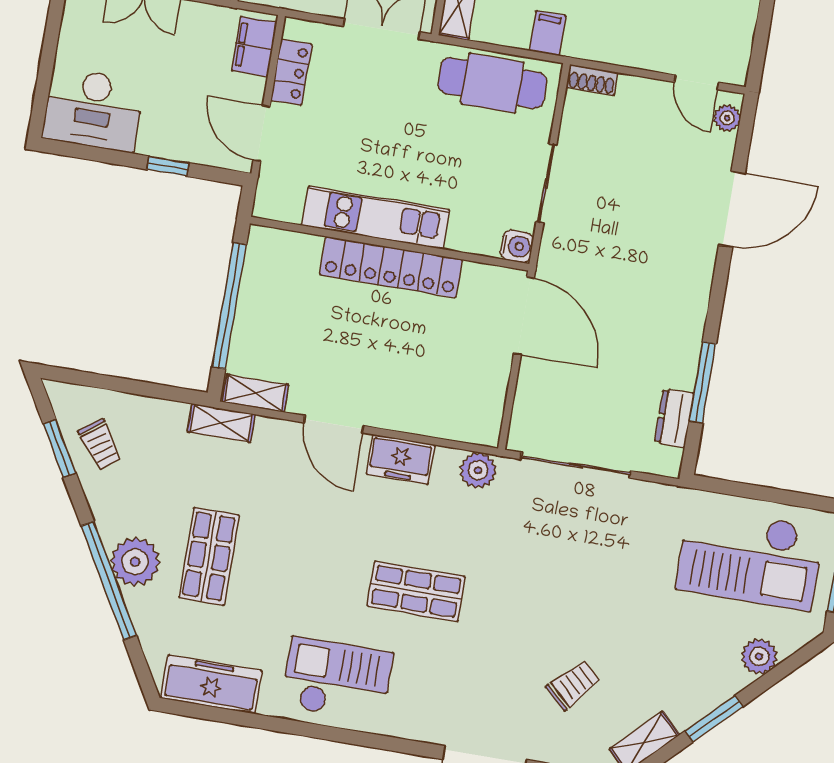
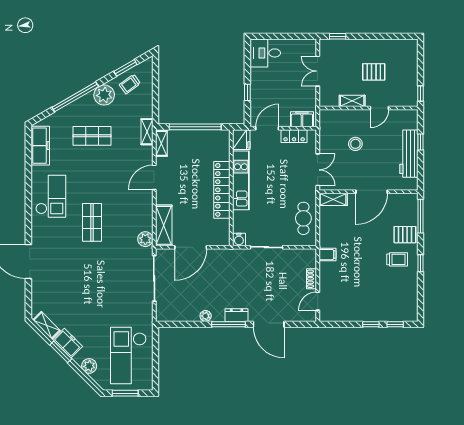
filing cabinet: (548, 33) -> (327, 255), moved
shoe rack: (592, 80) -> (312, 279), moved
cafe table: (492, 83) -> (303, 218), width x0.73, depth x0.74
desk: (93, 110) -> (265, 53), width x0.73
plant: (727, 118) -> (206, 316), moved
fridge: (278, 200) -> (241, 140), added
door: (524, 316) -> (191, 247), moved
window: (703, 382) -> (229, 324), moved
dresser: (674, 418) -> (237, 315), moved
shelving: (452, 421) -> (164, 225), added
freezer: (400, 459) -> (68, 343), moved, turned 135
plant: (135, 562) -> (104, 95), moved
trolley: (574, 685) -> (65, 293), removed

